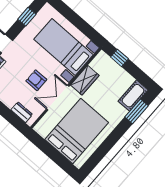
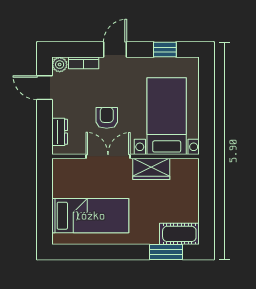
window: (119, 58) -> (207, 185), removed
bed: (77, 131) -> (90, 216), width x0.67

